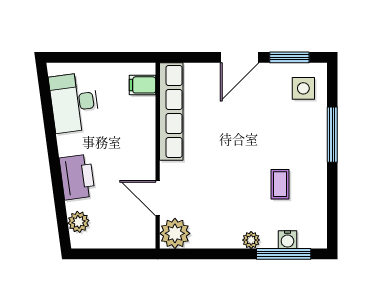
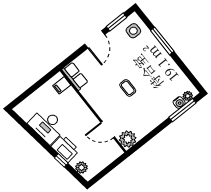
desk: (74, 102) -> (47, 125), moved
row of seats: (171, 112) -> (75, 76), width x0.50
coffee table: (280, 184) -> (128, 88), moved
window: (58, 189) -> (61, 160), added
plant: (251, 240) -> (188, 96), moved

